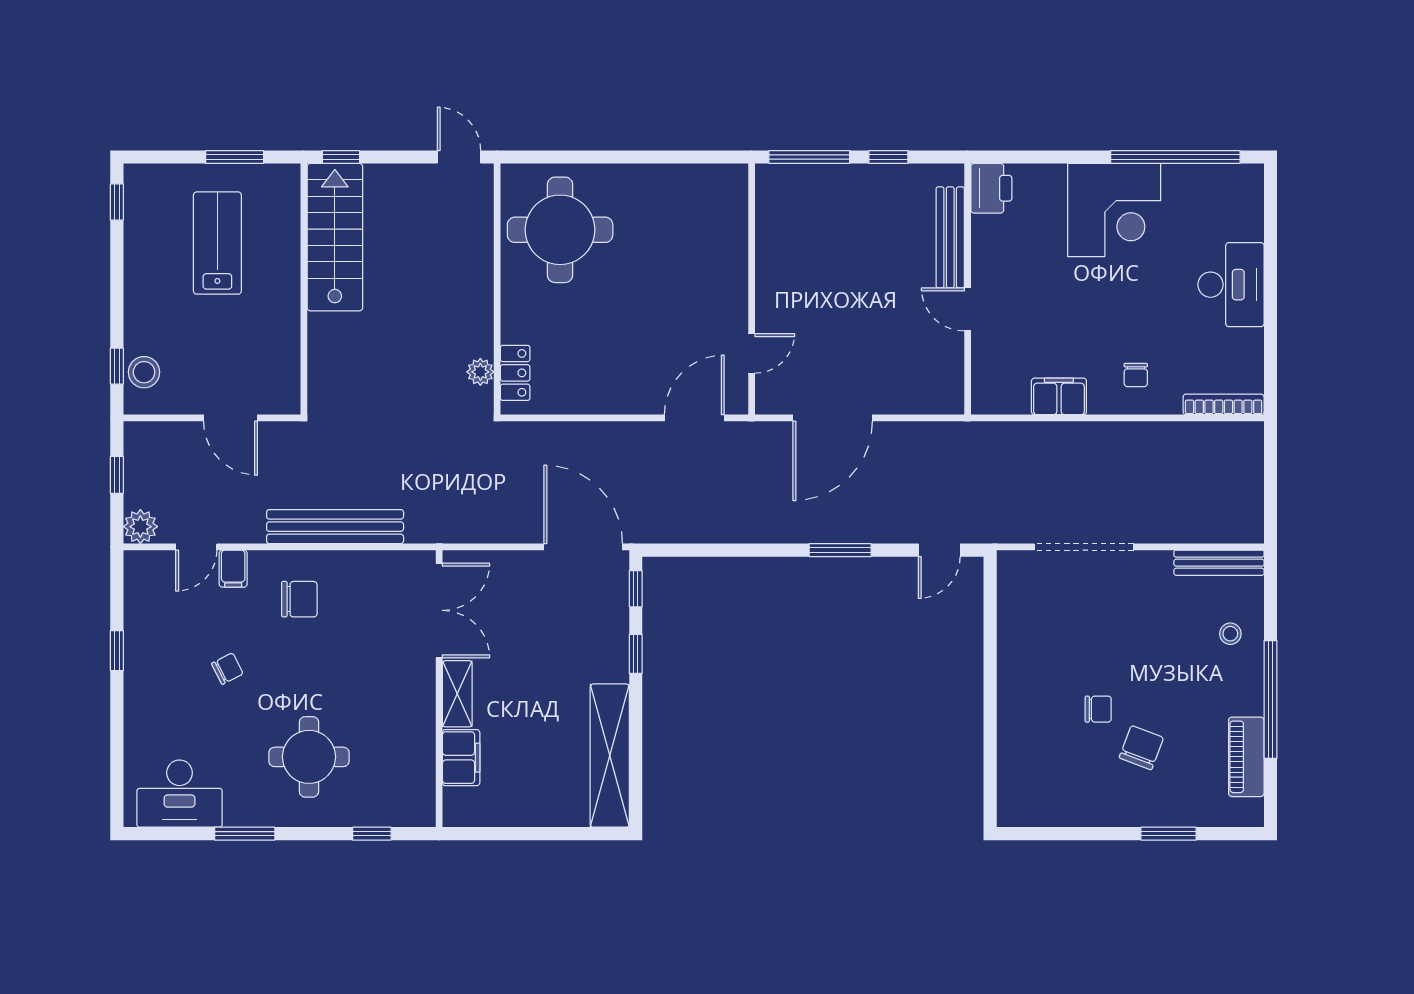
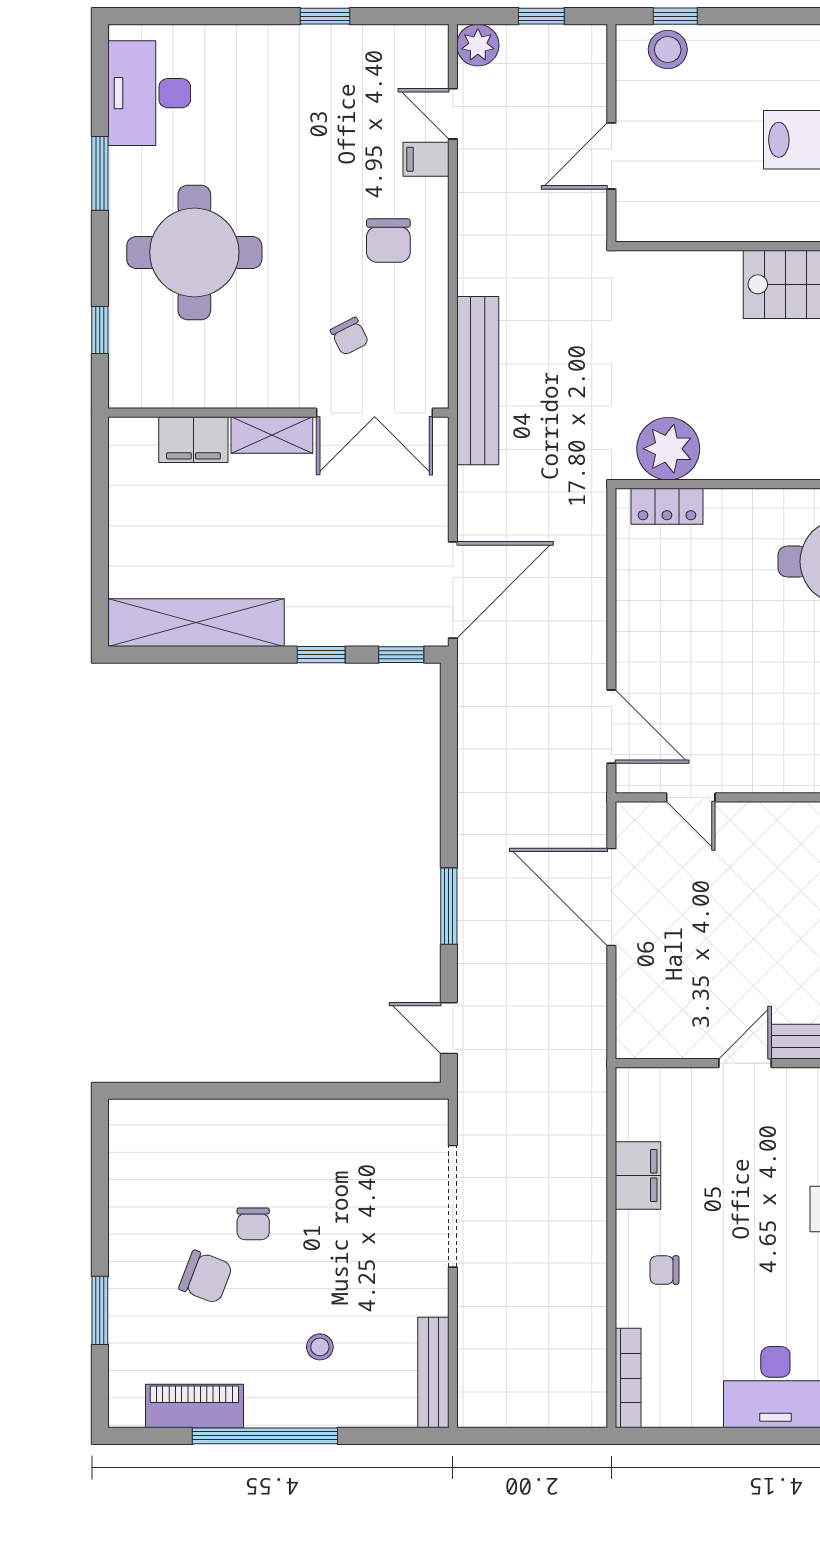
plant: (480, 372) -> (668, 449), width x1.87, depth x1.87
bench: (335, 527) -> (478, 381), moved
stool: (1230, 634) -> (320, 1347), moved
chair: (227, 669) -> (349, 336), moved
round table: (309, 757) -> (194, 252), width x1.36, depth x1.36

